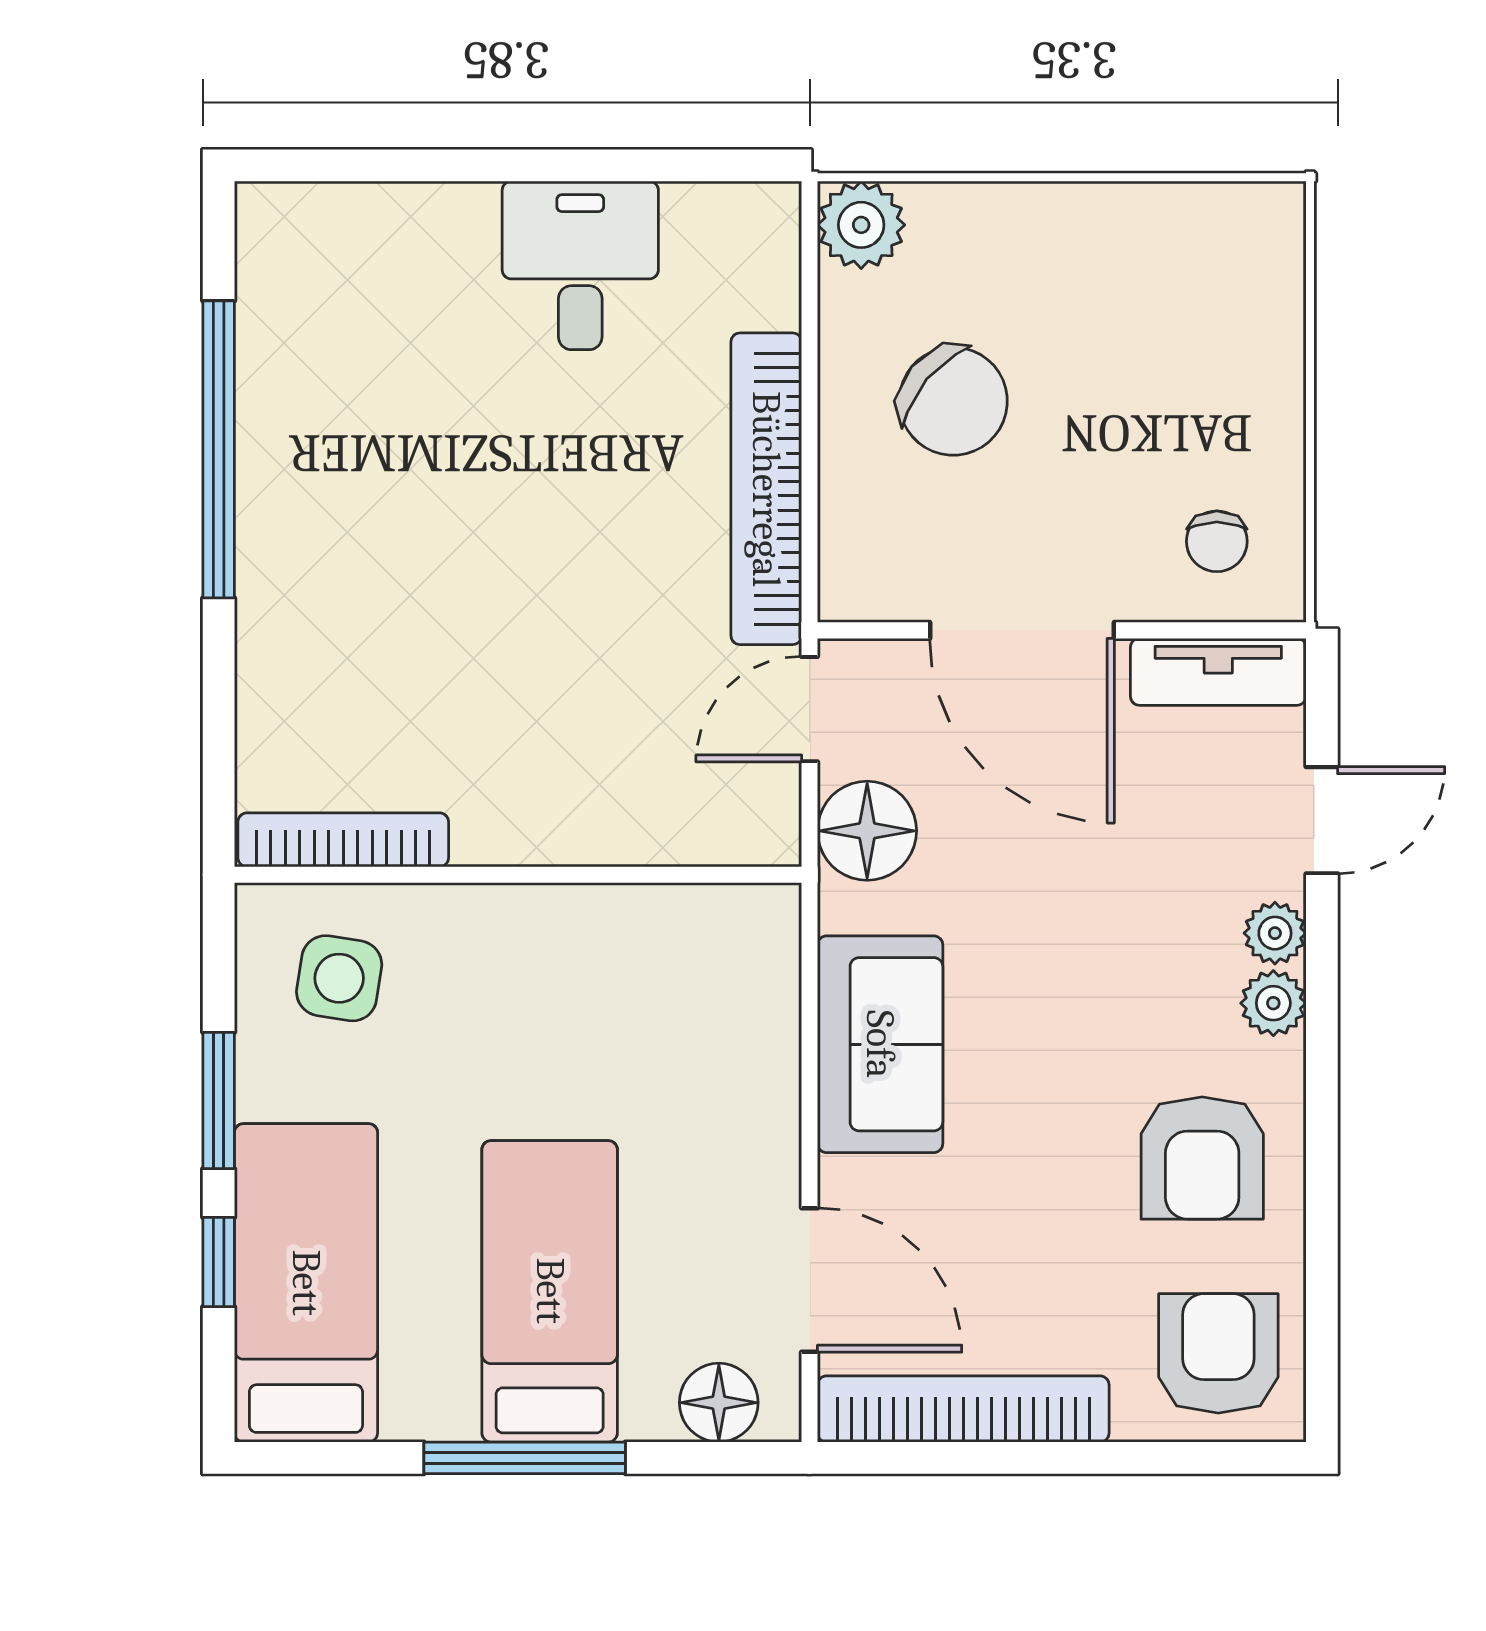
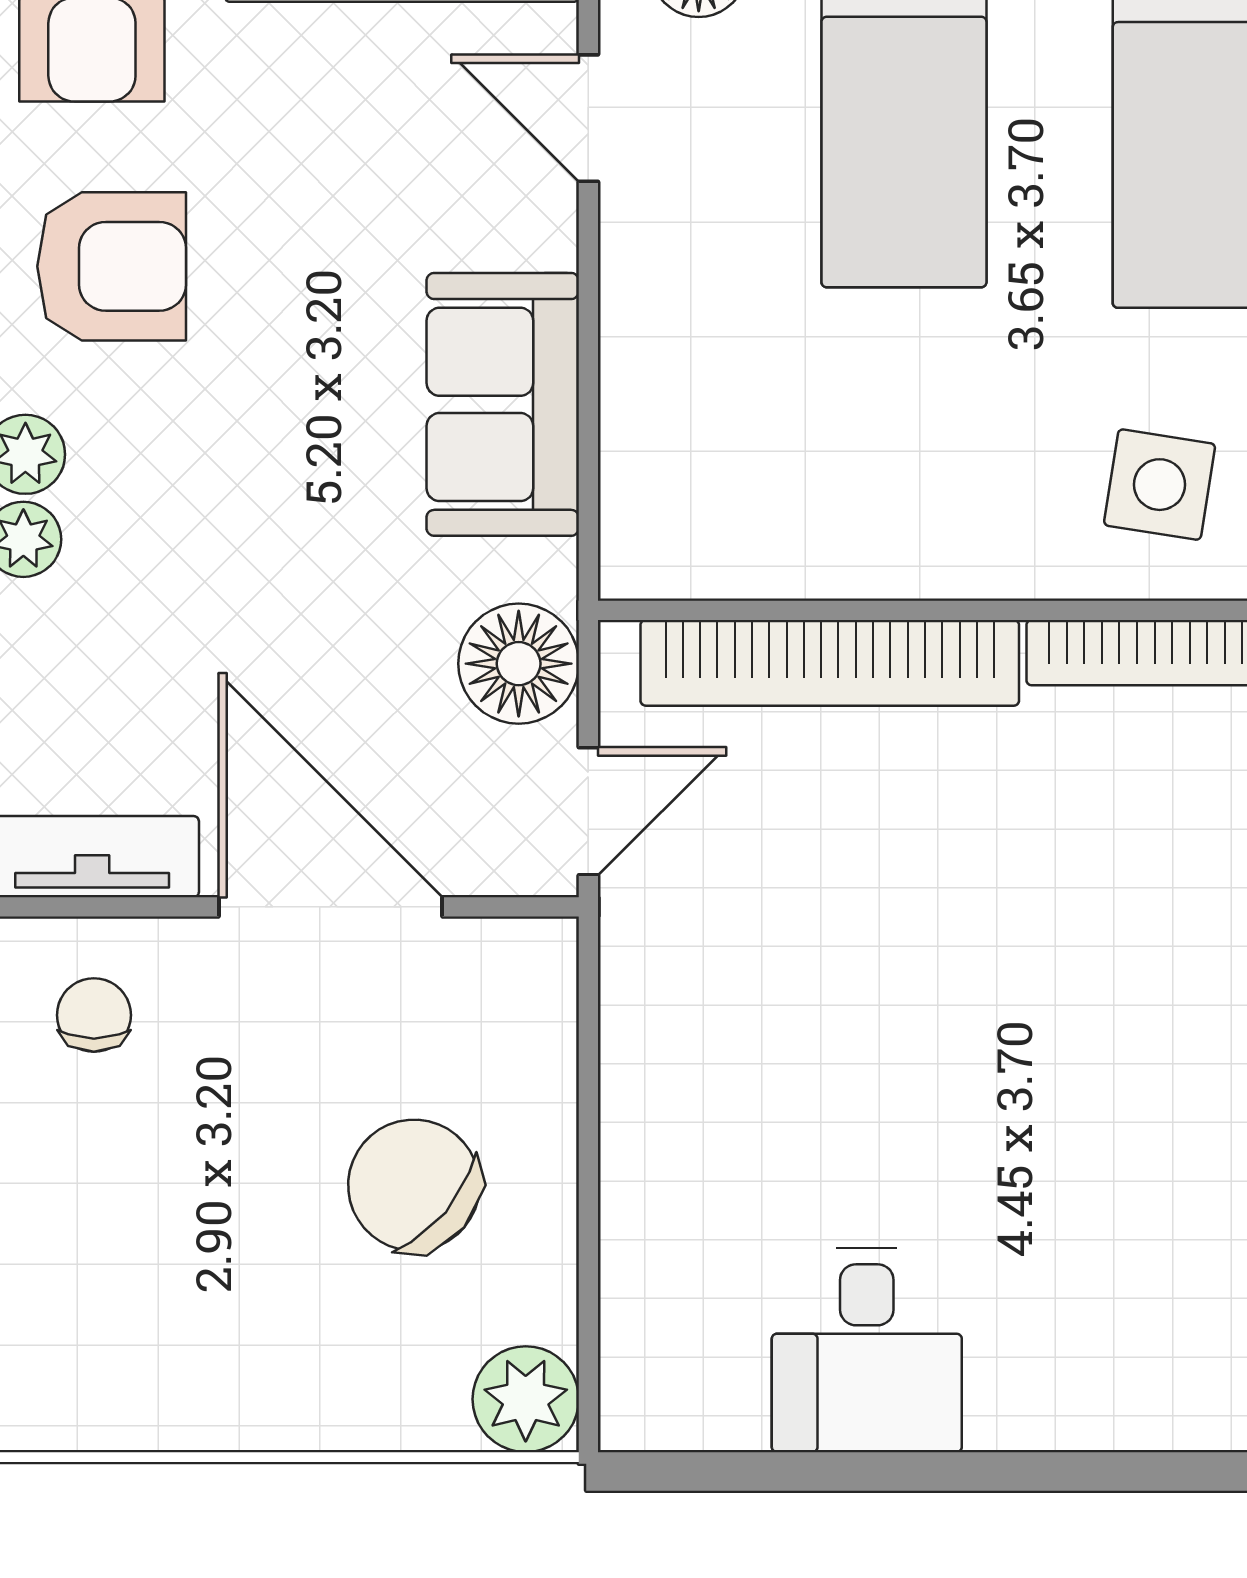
bookcase: (766, 489) -> (830, 663), moved, turned 90
armchair: (1202, 1158) -> (112, 266), turned 90
door: (810, 1280) -> (588, 118), width x0.73

